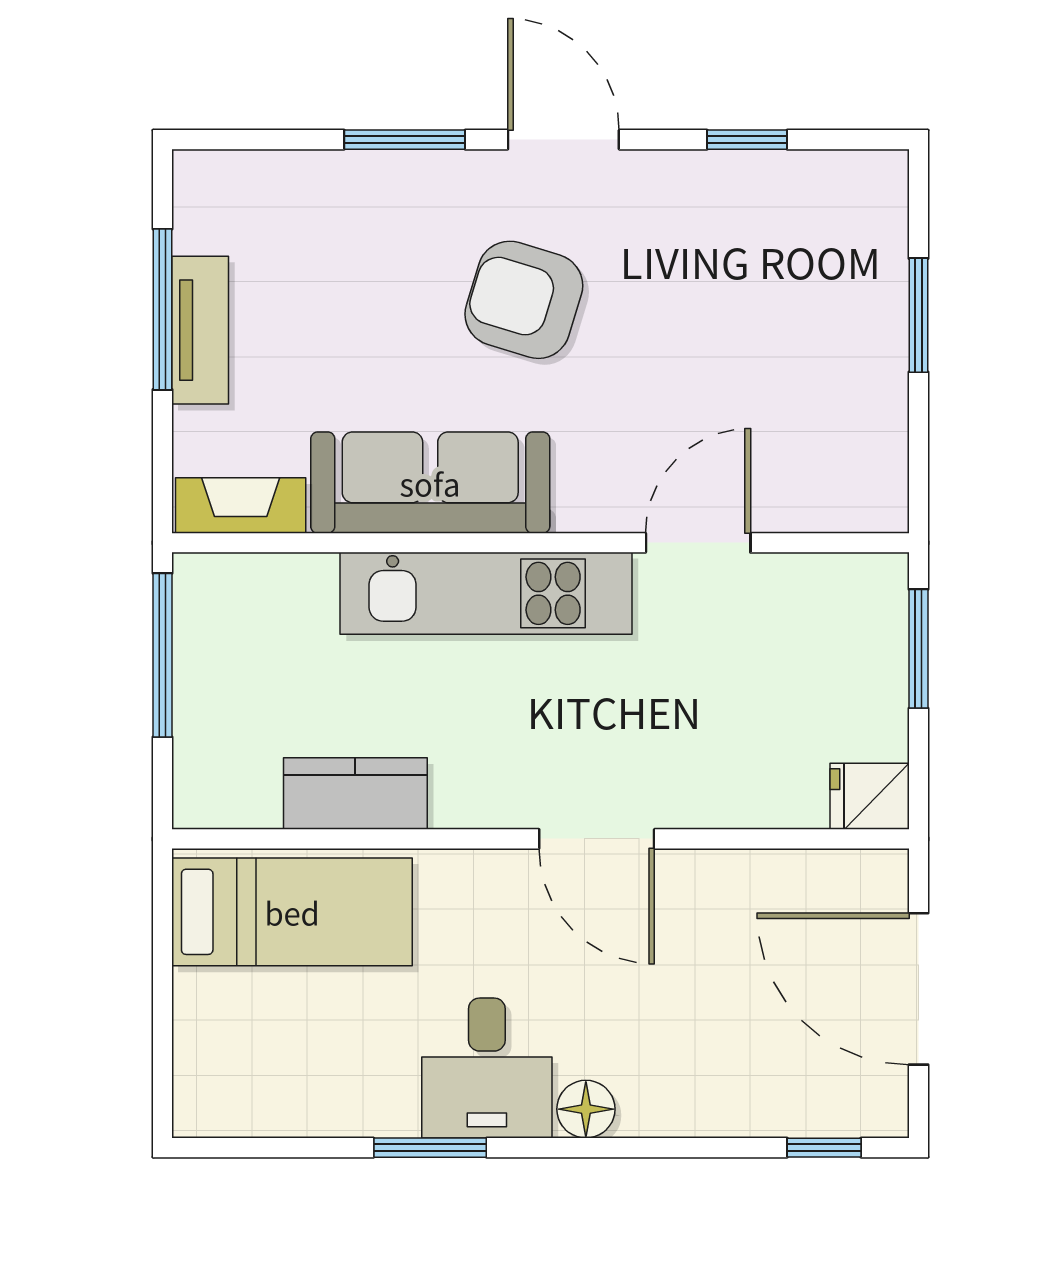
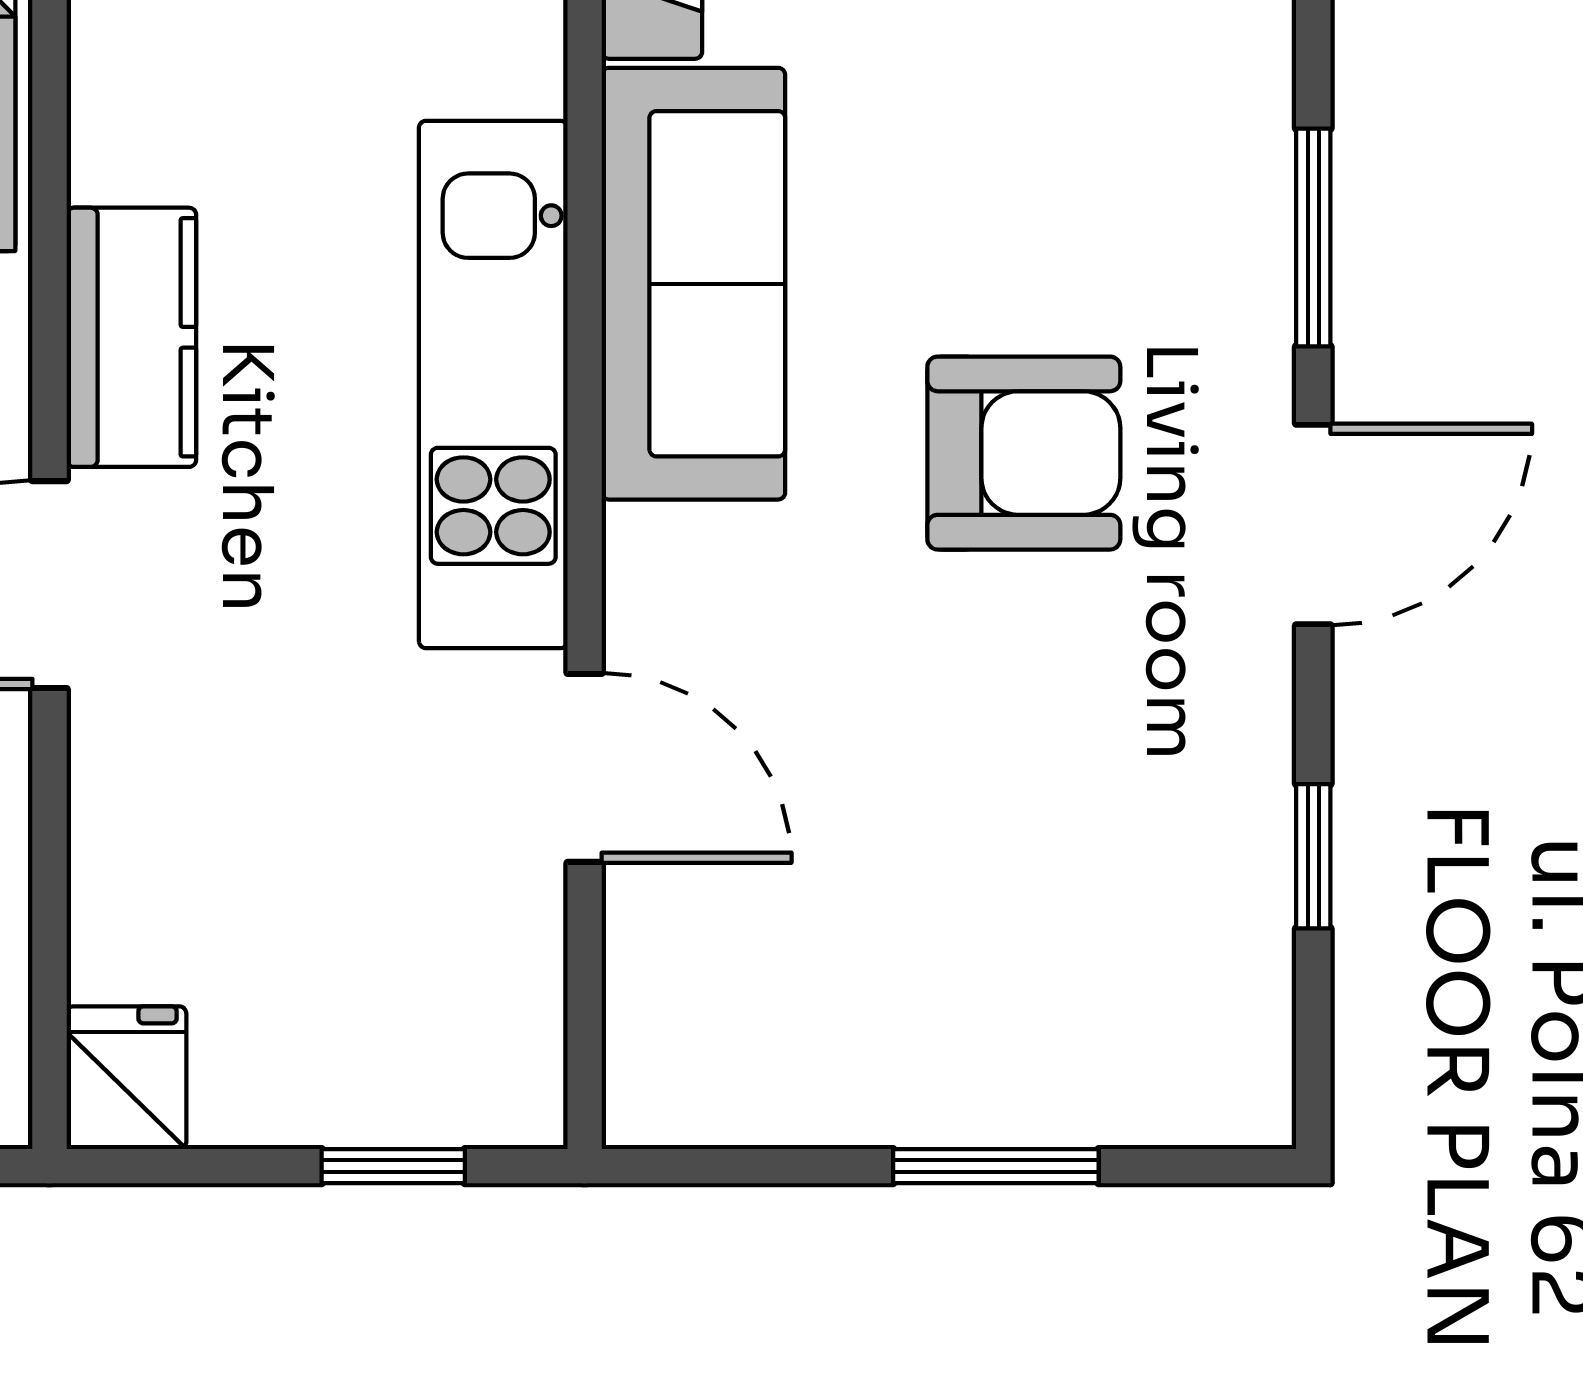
armchair: (524, 300) -> (1024, 453), turned 73
window: (918, 649) -> (393, 1166), width x0.67
kitchen counter: (355, 794) -> (131, 337), moved

